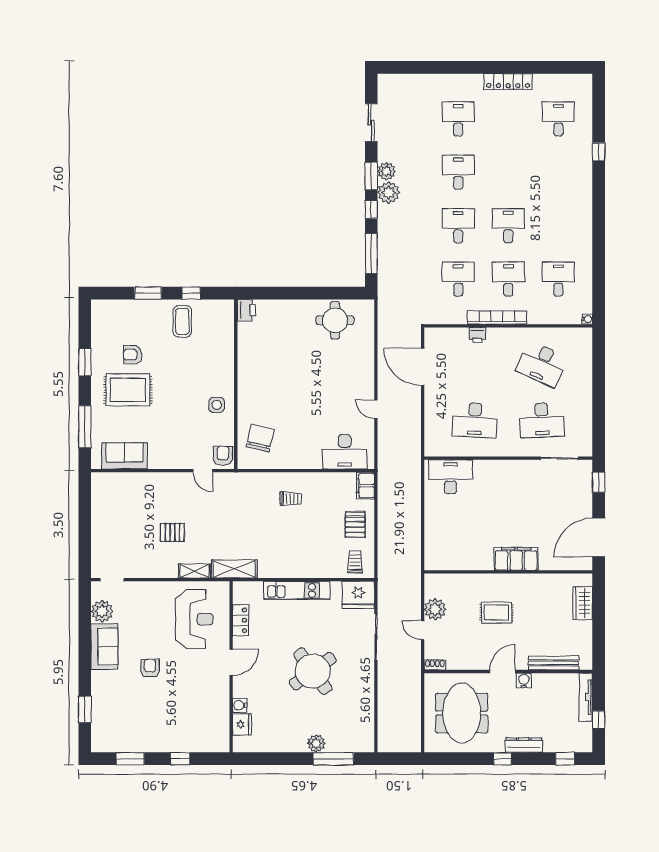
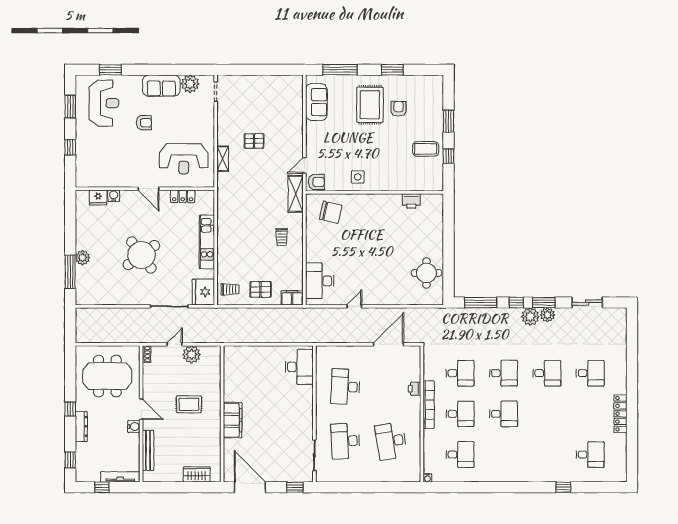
printer: (246, 310) -> (411, 201), moved
desk: (542, 364) -> (391, 441), turned -33
pallet: (172, 532) -> (254, 141), turned 90
shelving: (234, 569) -> (296, 194), moved
rug: (497, 613) -> (189, 404), turned 90
reception desk: (126, 717) -> (104, 103), added

